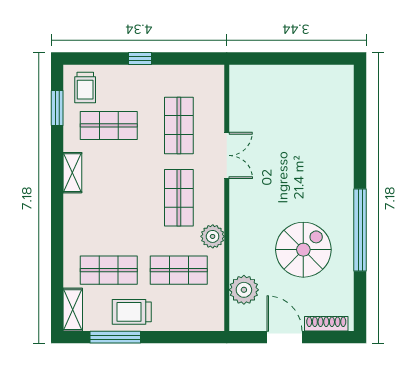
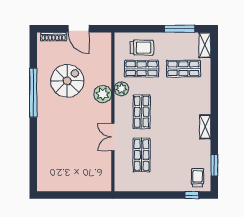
window: (140, 58) -> (192, 195), moved
shop shelf: (109, 125) -> (183, 155), removed
spiral stairs: (303, 250) -> (67, 81), turned 180
plant: (244, 290) -> (103, 94), moved
trolley: (132, 312) -> (142, 48), moved

